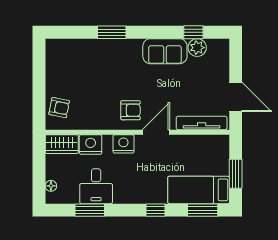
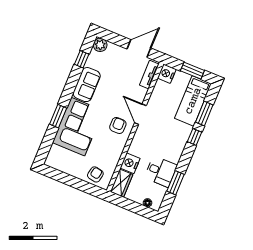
plant: (197, 48) -> (100, 45), moved
corner sofa: (109, 62) -> (78, 127), added
tv unit: (202, 123) -> (149, 75), width x0.71
nightstand: (123, 144) -> (167, 74), moved
window: (203, 210) -> (204, 114), moved

